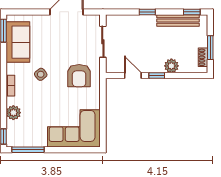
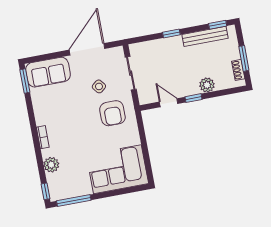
sofa: (18, 42) -> (48, 72), moved, turned 90
side table: (41, 74) -> (99, 86), moved

